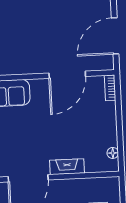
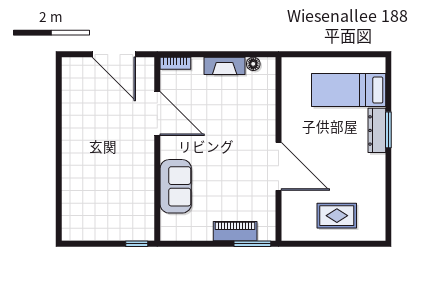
fireplace: (67, 167) -> (225, 66), moved, turned -90

